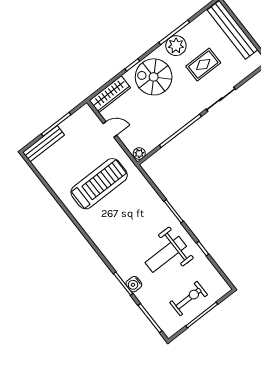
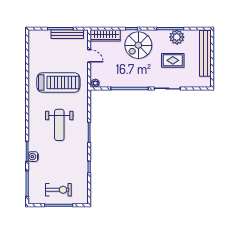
plant: (176, 46) -> (177, 37), moved
spiral stairs: (154, 77) -> (138, 45), turned -90
bench: (44, 144) -> (67, 34), moved
weight bench: (166, 254) -> (59, 125), moved, turned -90

